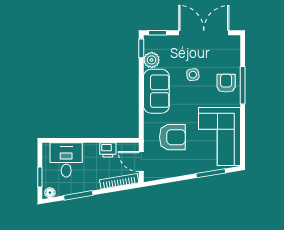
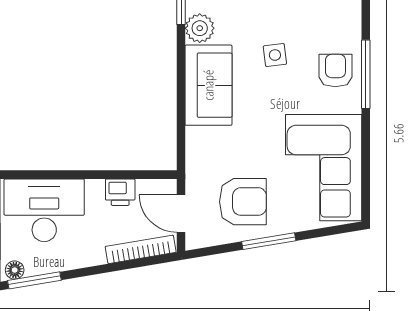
armchair: (172, 137) -> (243, 202), moved
desk: (66, 160) -> (44, 210), width x1.37
window: (211, 173) -> (269, 241), moved
window: (78, 195) -> (34, 280), moved

